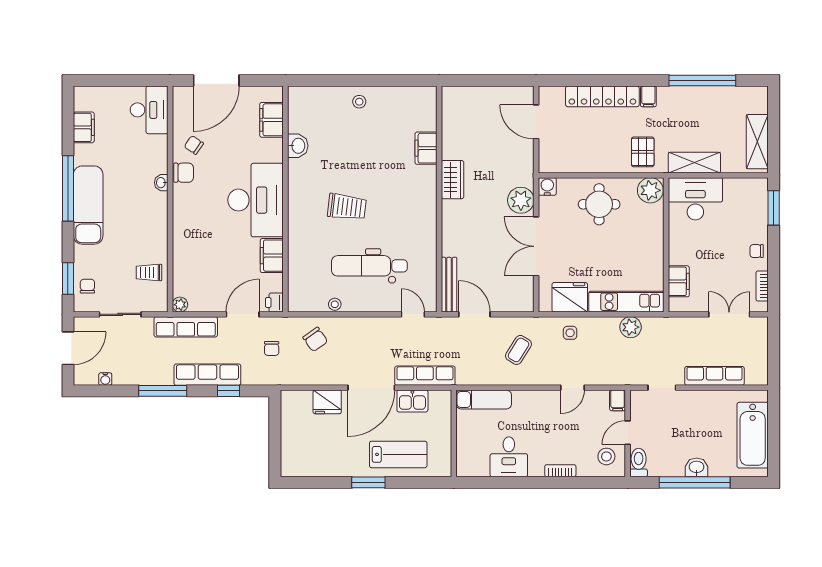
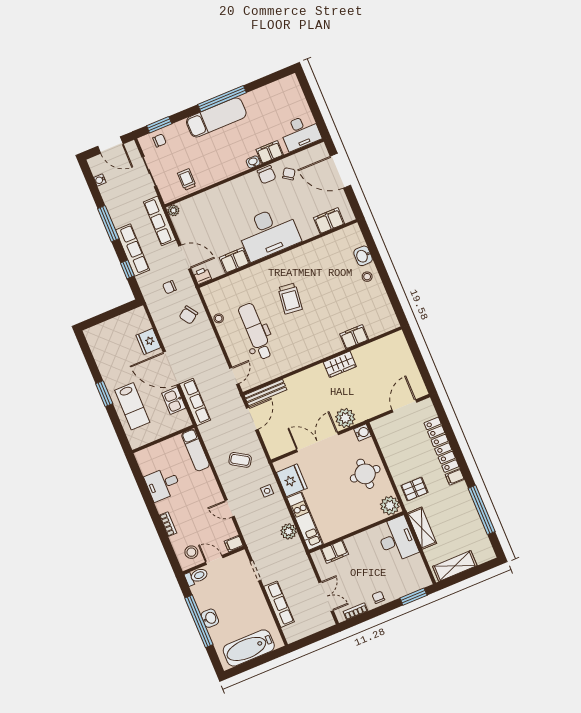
filing cabinet: (84, 127) -> (270, 152), moved, turned 180
washbasin: (298, 146) -> (363, 256), moved, turned 90

